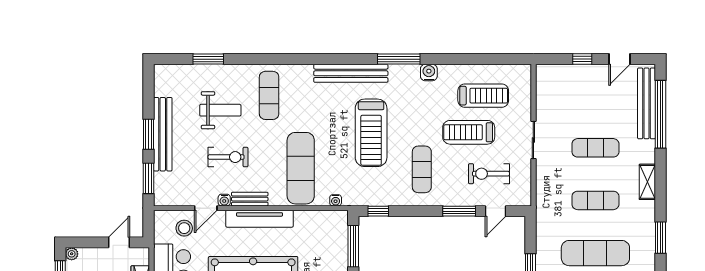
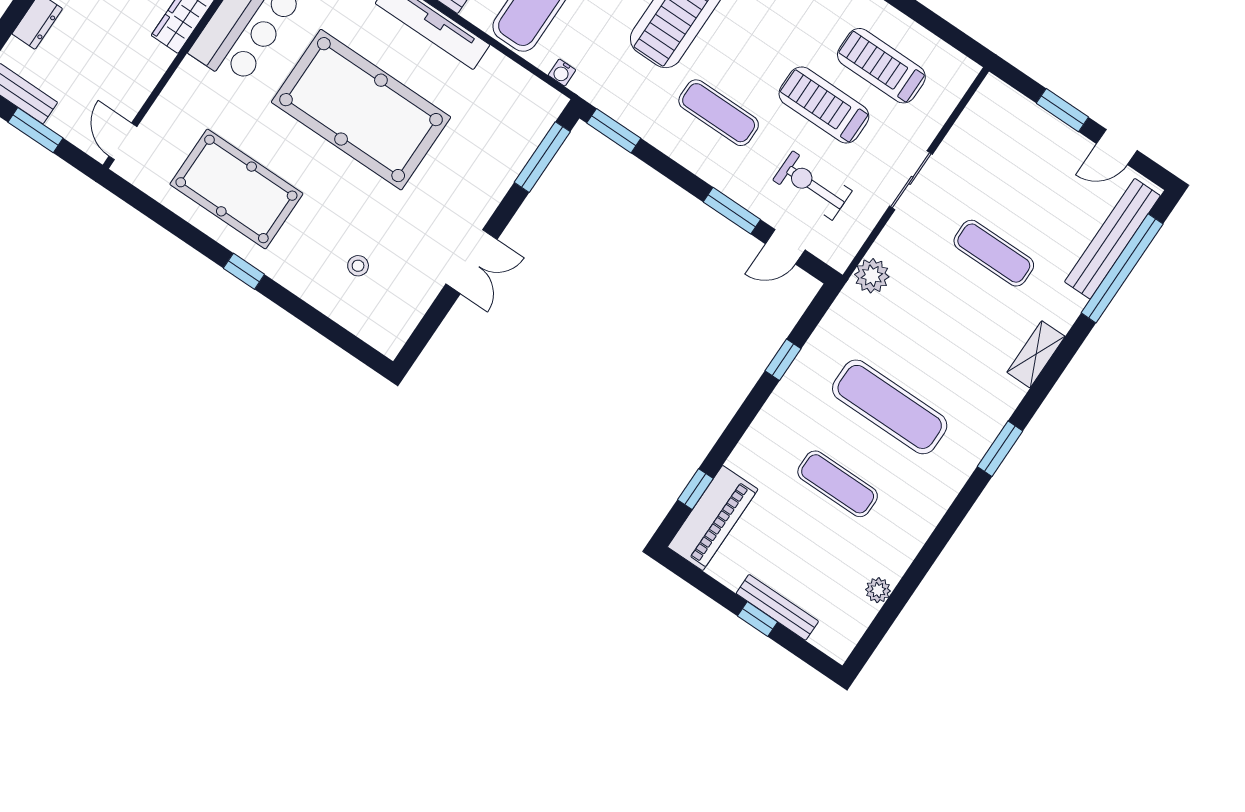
window: (582, 59) -> (1062, 110), width x1.50
treadmill: (483, 96) -> (881, 66), turned 180
exercise mat: (422, 169) -> (719, 113), turned 90
plant: (545, 197) -> (872, 276), added
exercise mat: (595, 200) -> (942, 330), removed
window: (378, 211) -> (614, 131), width x1.50

